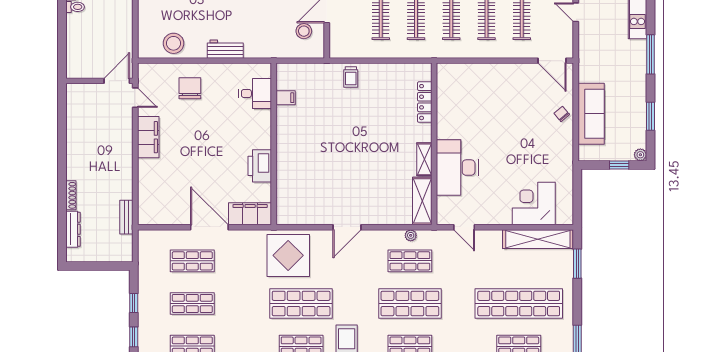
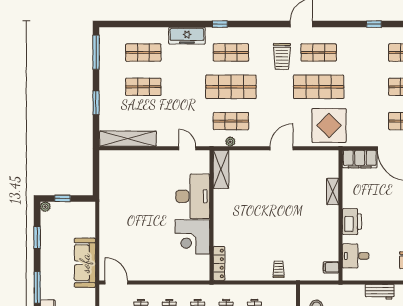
filing cabinet: (286, 98) -> (331, 267), moved
locker: (425, 102) -> (219, 263), moved
chair: (562, 114) -> (109, 239), removed
sofa: (591, 114) -> (85, 263), moved
shelving: (424, 159) -> (333, 192), moved
printer: (260, 166) -> (352, 222), moved
corner desk: (534, 203) -> (192, 237), moved, turned 90
window: (577, 264) -> (96, 103), moved
shop shelf: (519, 303) -> (143, 87), width x0.50, depth x0.74

